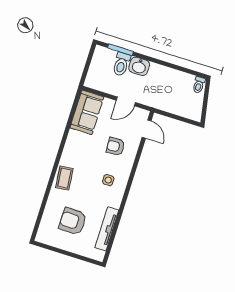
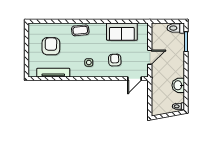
toilet: (121, 64) -> (176, 28), moved
washbasin: (139, 66) -> (178, 85), moved
door: (126, 101) -> (150, 57), swing flipped
sofa: (87, 112) -> (122, 32), moved

